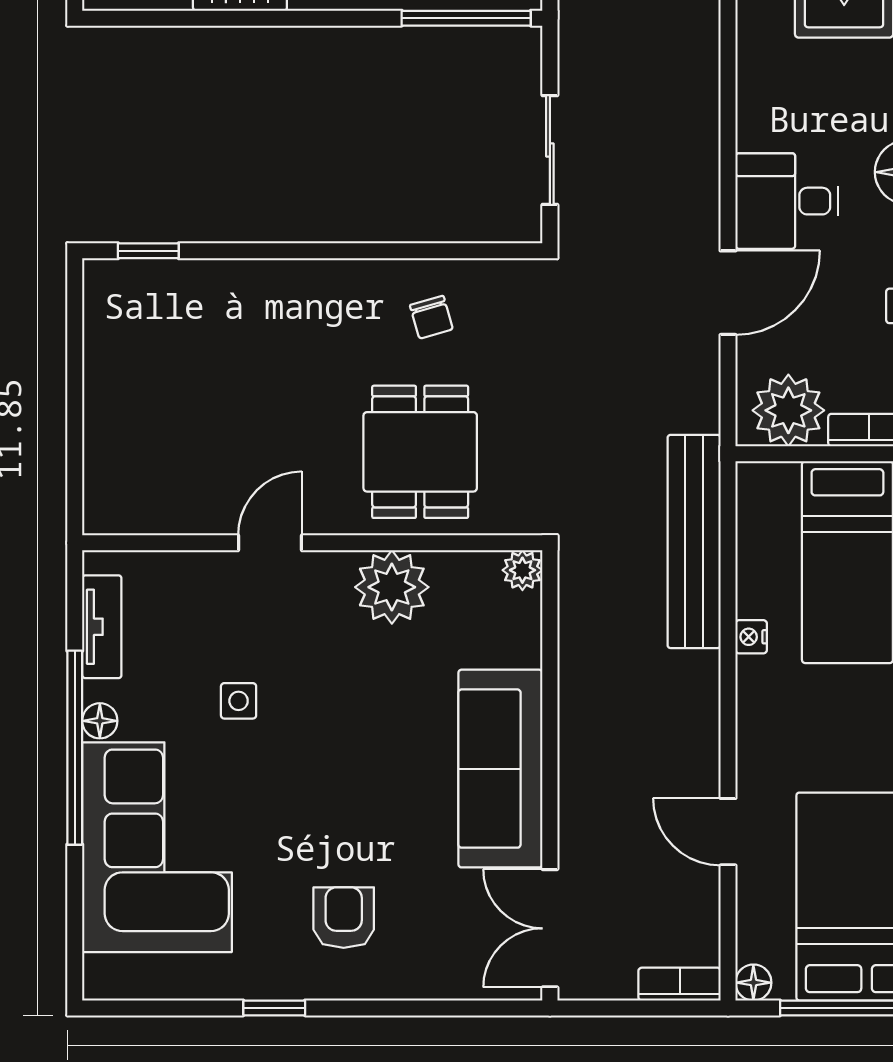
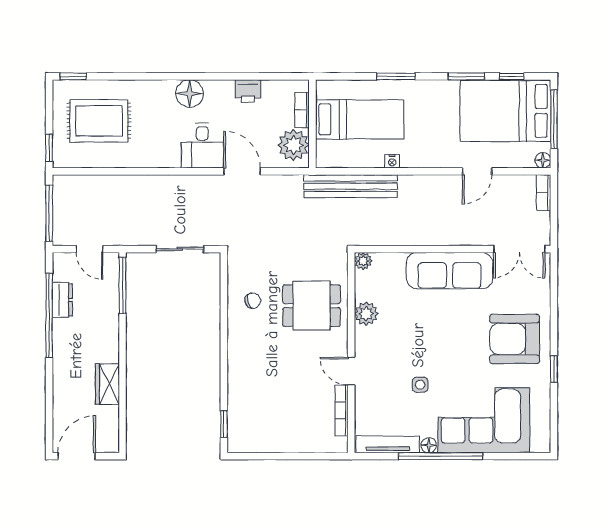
bookcase: (180, 520) -> (341, 410), added
plant: (392, 587) -> (366, 314), width x0.73, depth x0.73
tv unit: (102, 627) -> (388, 444), width x1.41
armchair: (344, 918) -> (515, 339), width x1.88, depth x1.88

